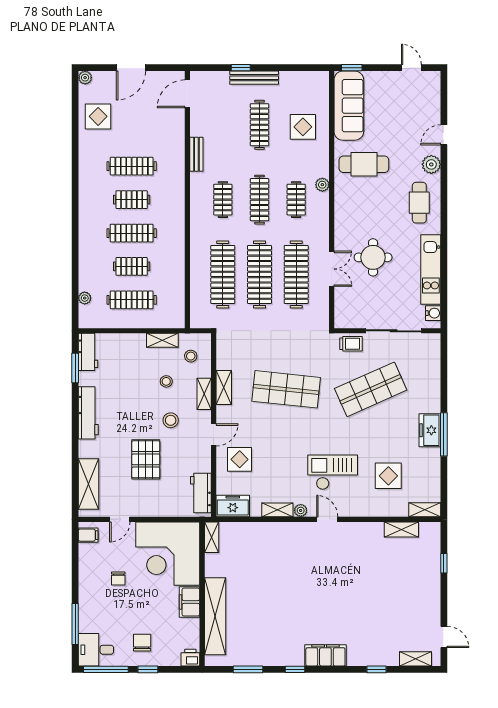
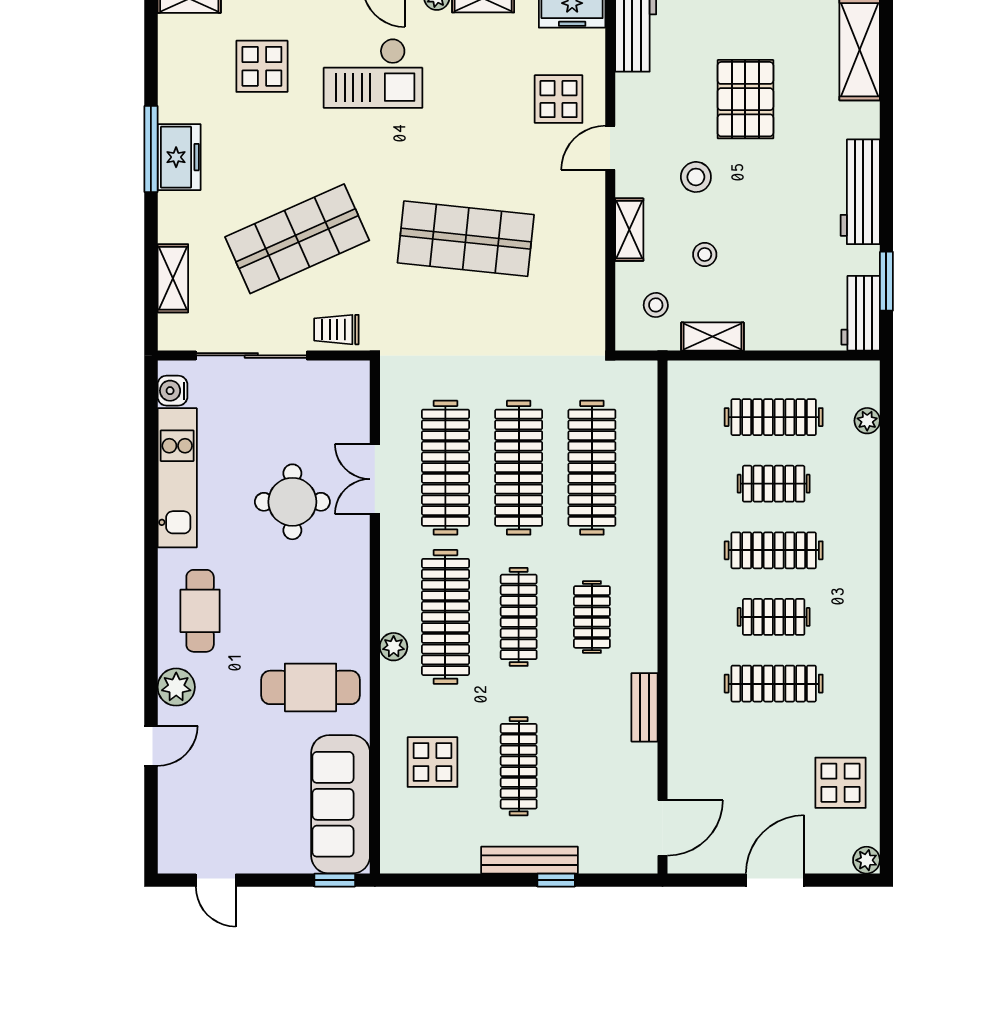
clothes rail: (296, 200) -> (445, 617), width x1.86, depth x1.31
shelving: (224, 388) -> (173, 278), moved

